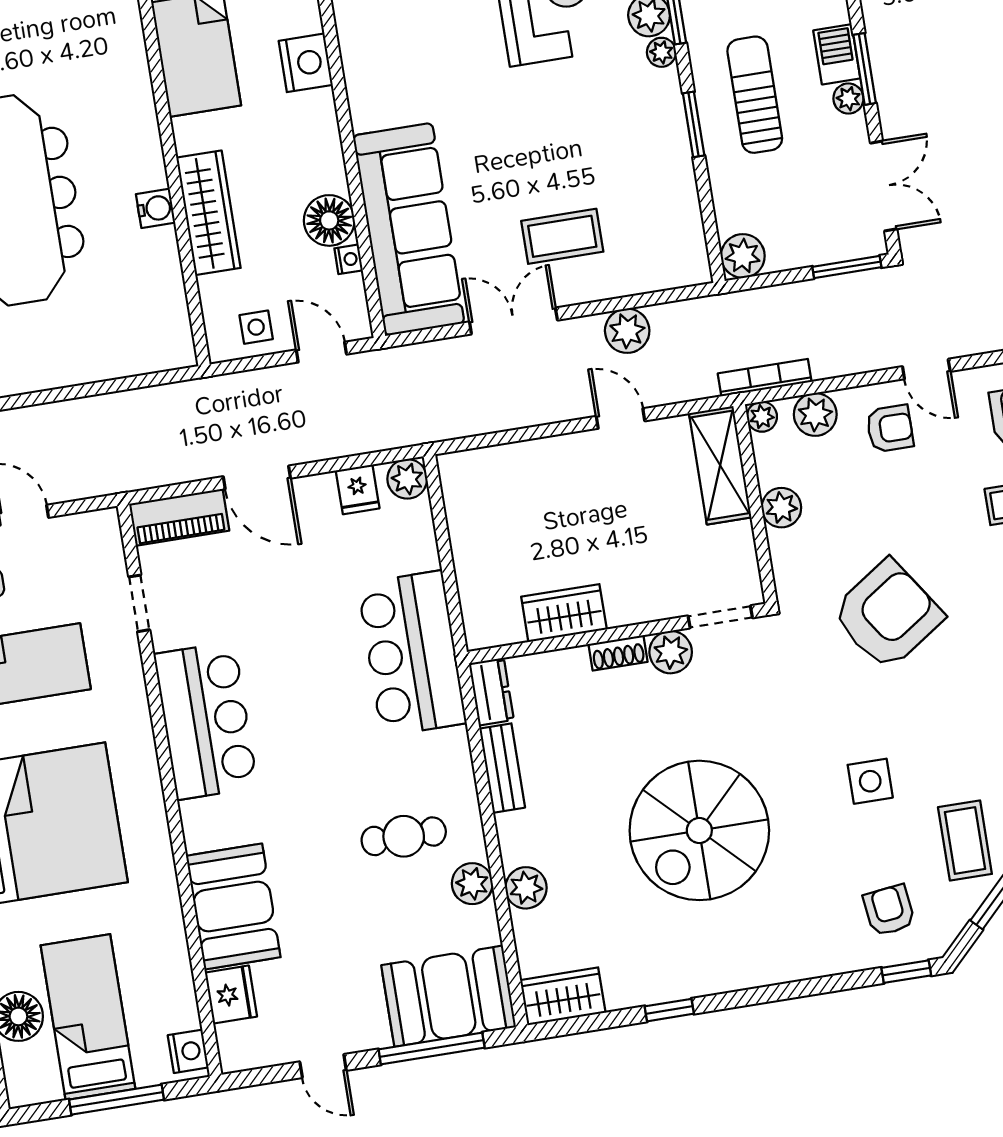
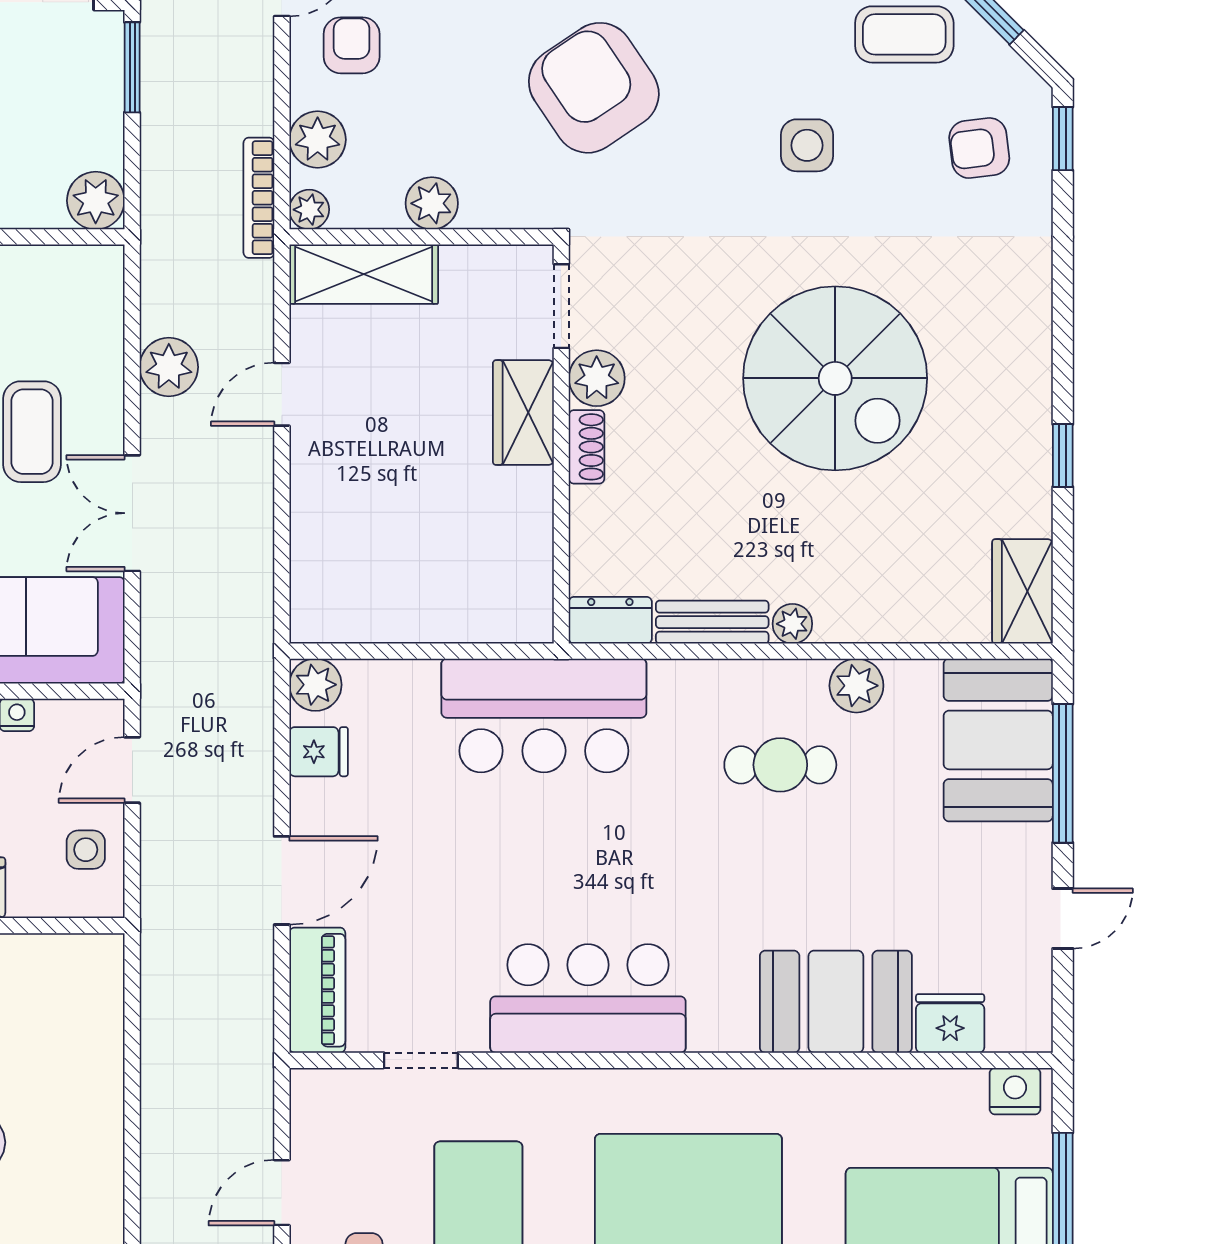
wardrobe: (564, 613) -> (523, 413), moved
cafe table: (404, 836) -> (780, 765), turned 90
plant: (526, 888) -> (792, 624), moved, width x0.73, depth x0.73

